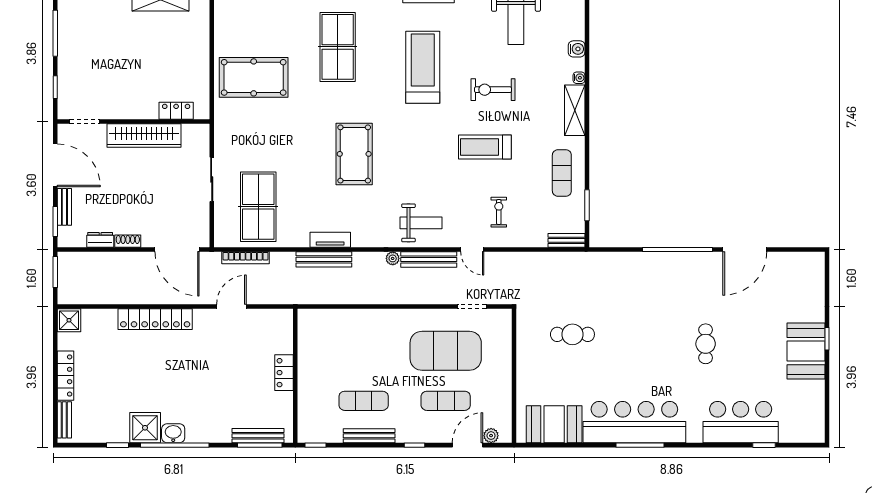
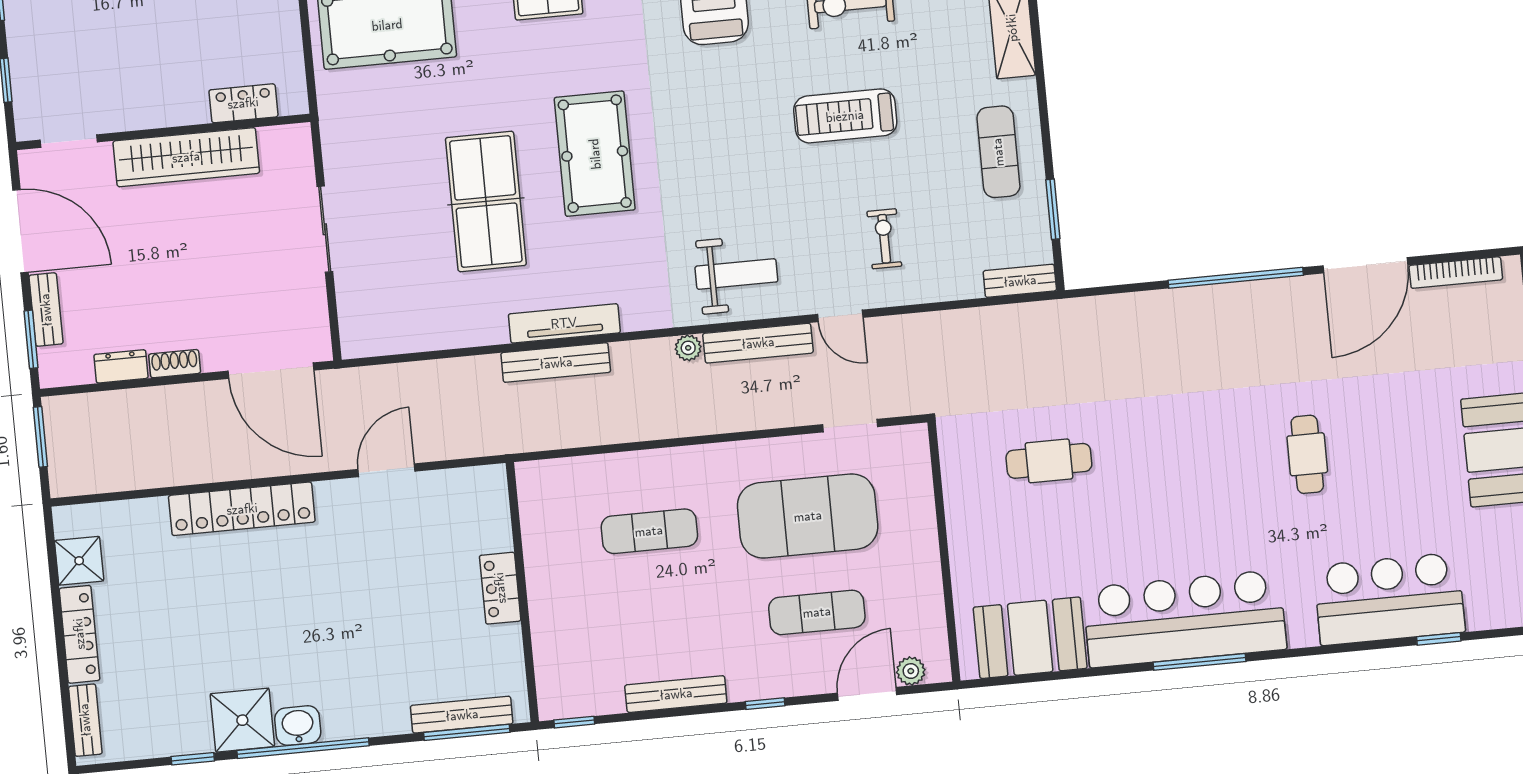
table tennis table: (258, 207) -> (486, 201), moved
tv unit: (330, 240) -> (564, 323), width x1.41
bookcase: (246, 258) -> (1456, 273), moved
shower: (69, 320) -> (79, 561), moved
exercise mat: (364, 401) -> (649, 531), moved

